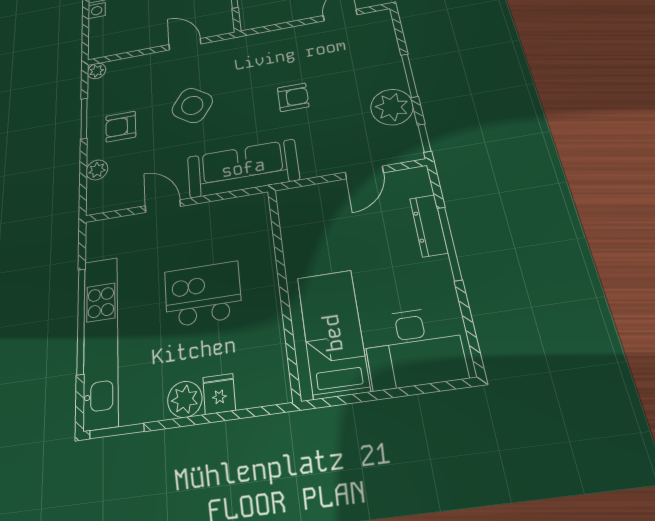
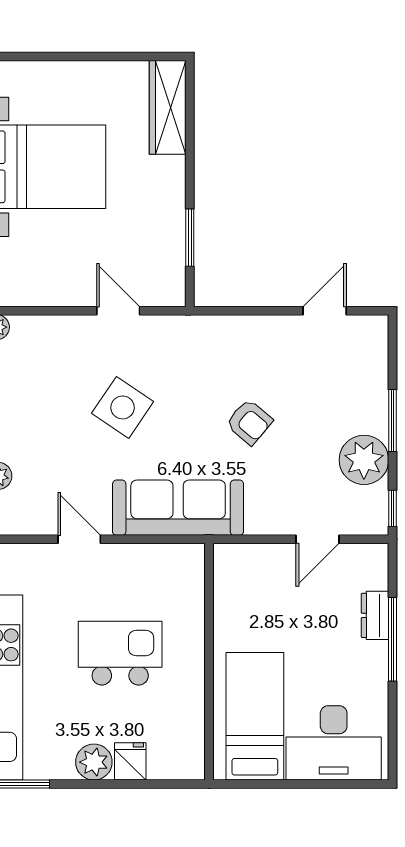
armchair: (293, 97) -> (249, 422), turned 40
armchair: (121, 127) -> (29, 420), removed
dresser: (429, 226) -> (375, 615), width x0.70

